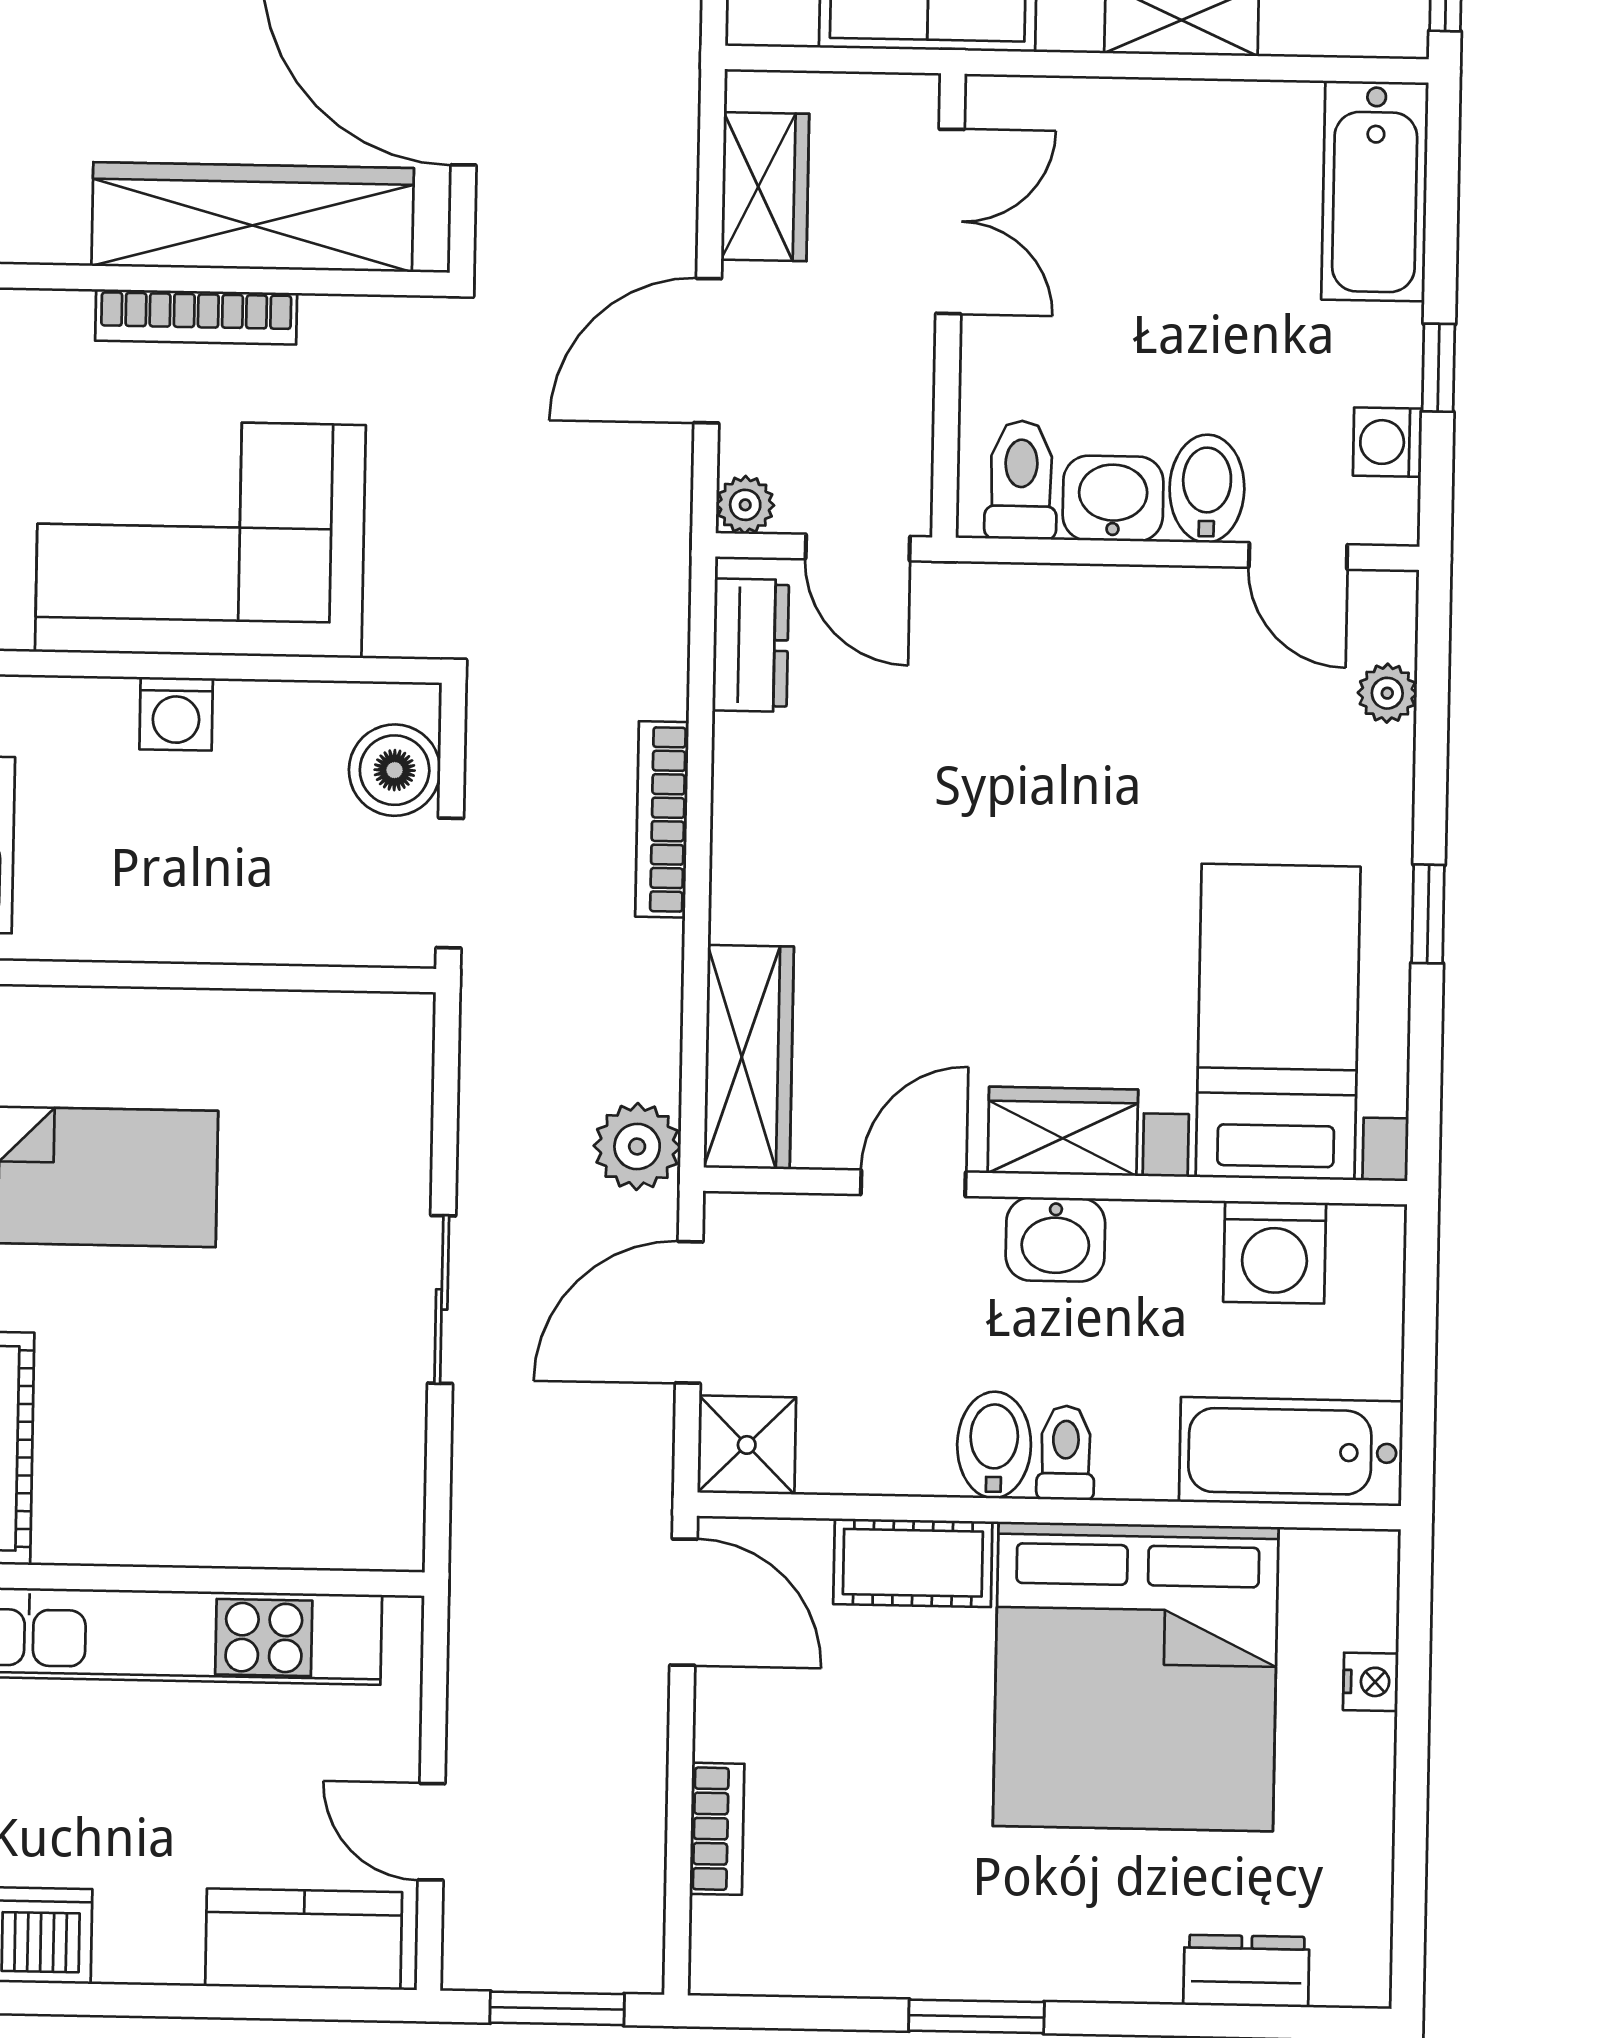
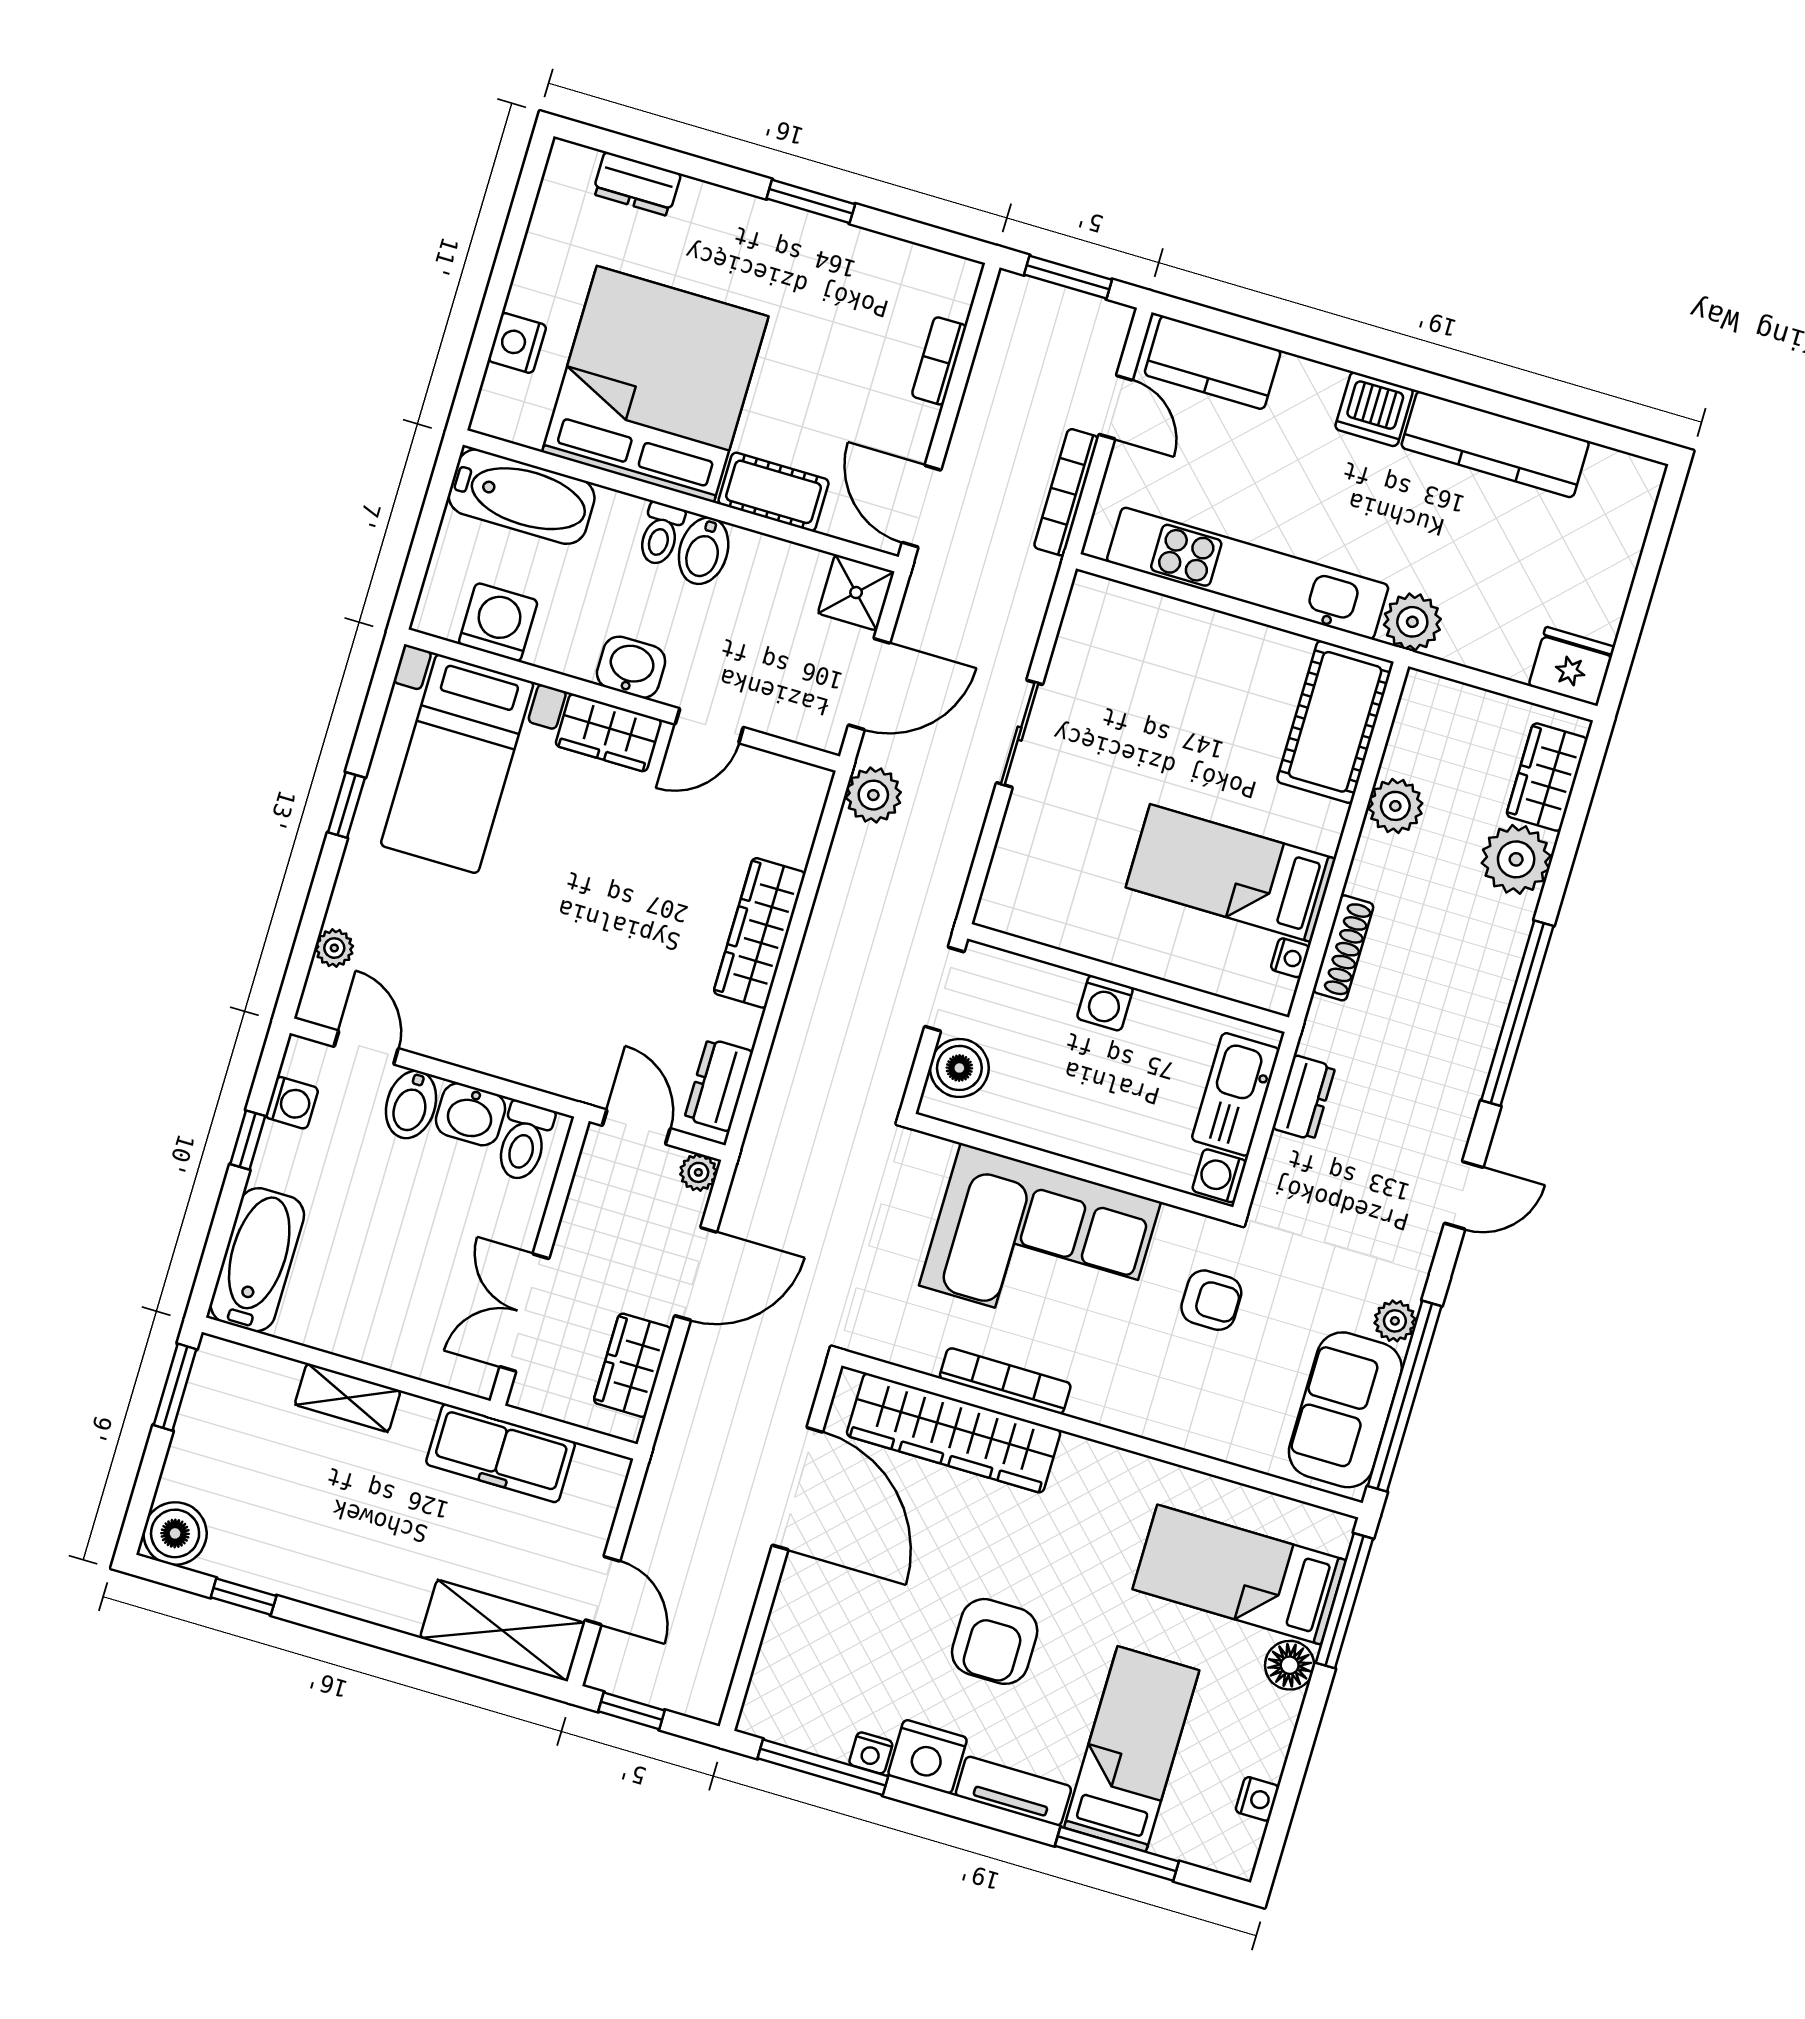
washing machine: (176, 714) -> (1105, 1003), moved, turned 180
bookcase: (662, 819) -> (1066, 492), moved, turned 180
wardrobe: (749, 1057) -> (760, 933), moved
nightstand: (1371, 1682) -> (517, 343), width x1.39, depth x1.35

